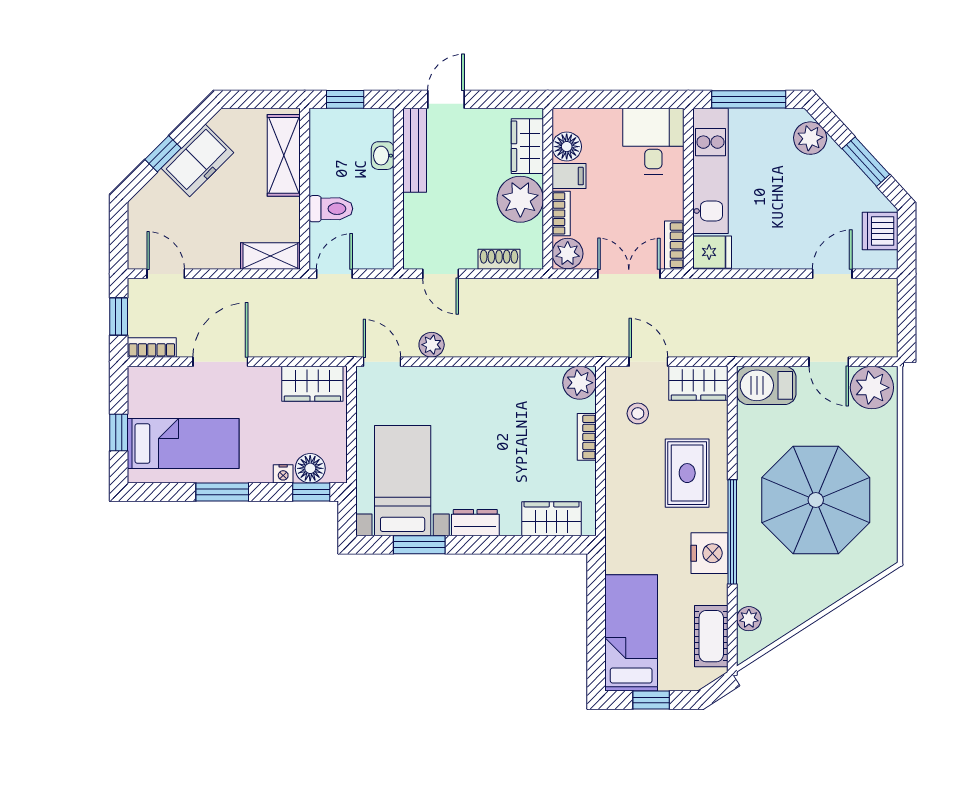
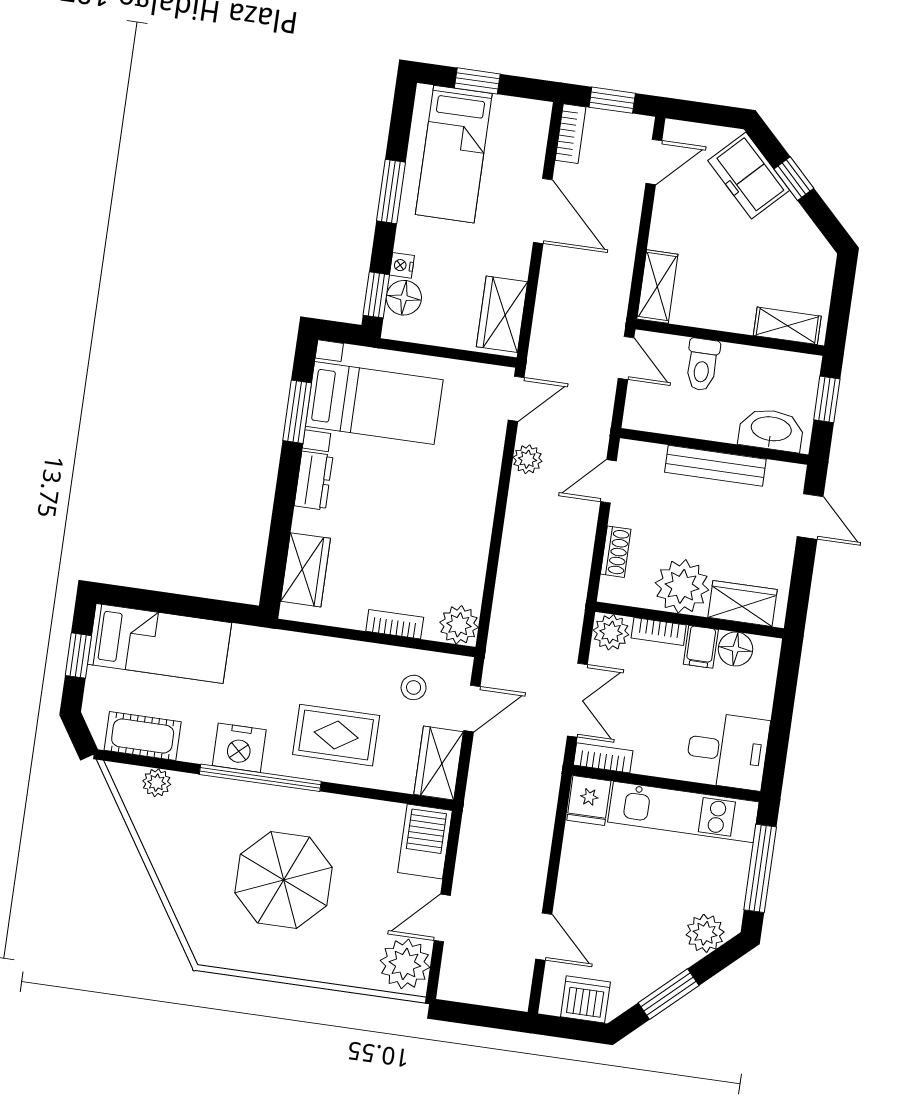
bench: (415, 150) -> (715, 466), moved
shelving: (284, 155) -> (787, 326), width x0.67, depth x0.75
washbasin: (383, 156) -> (771, 430), width x1.91, depth x1.45
freezer: (197, 160) -> (749, 175), moved
parasol: (816, 500) -> (284, 880), width x0.73, depth x0.73

